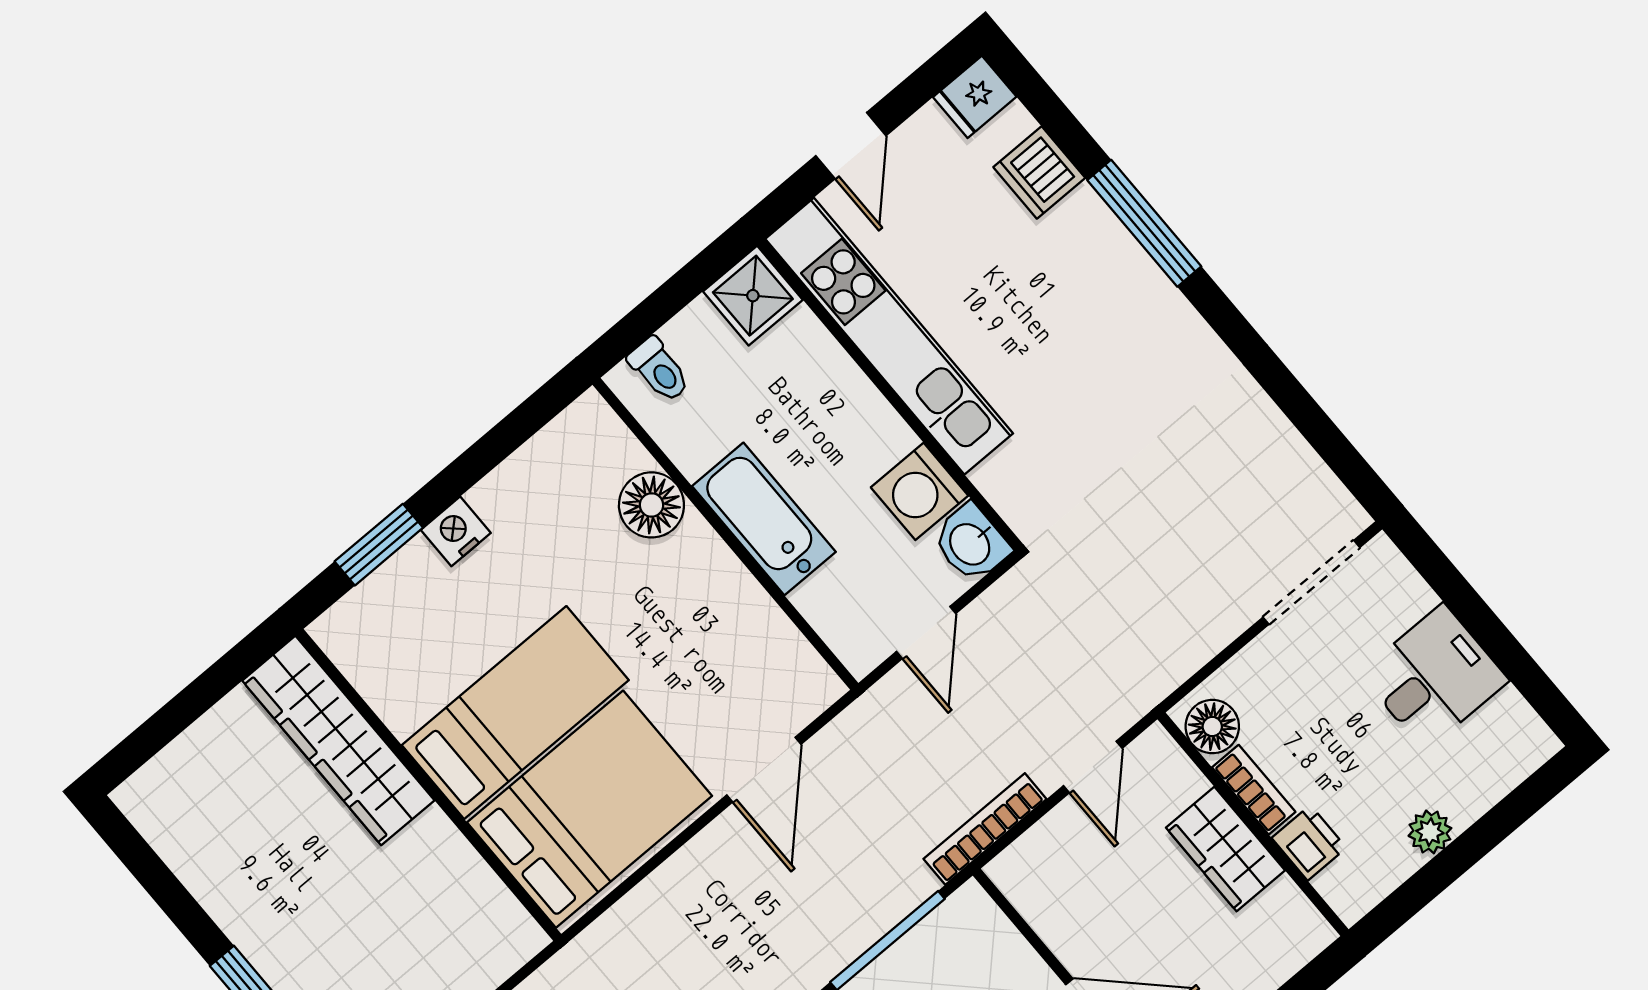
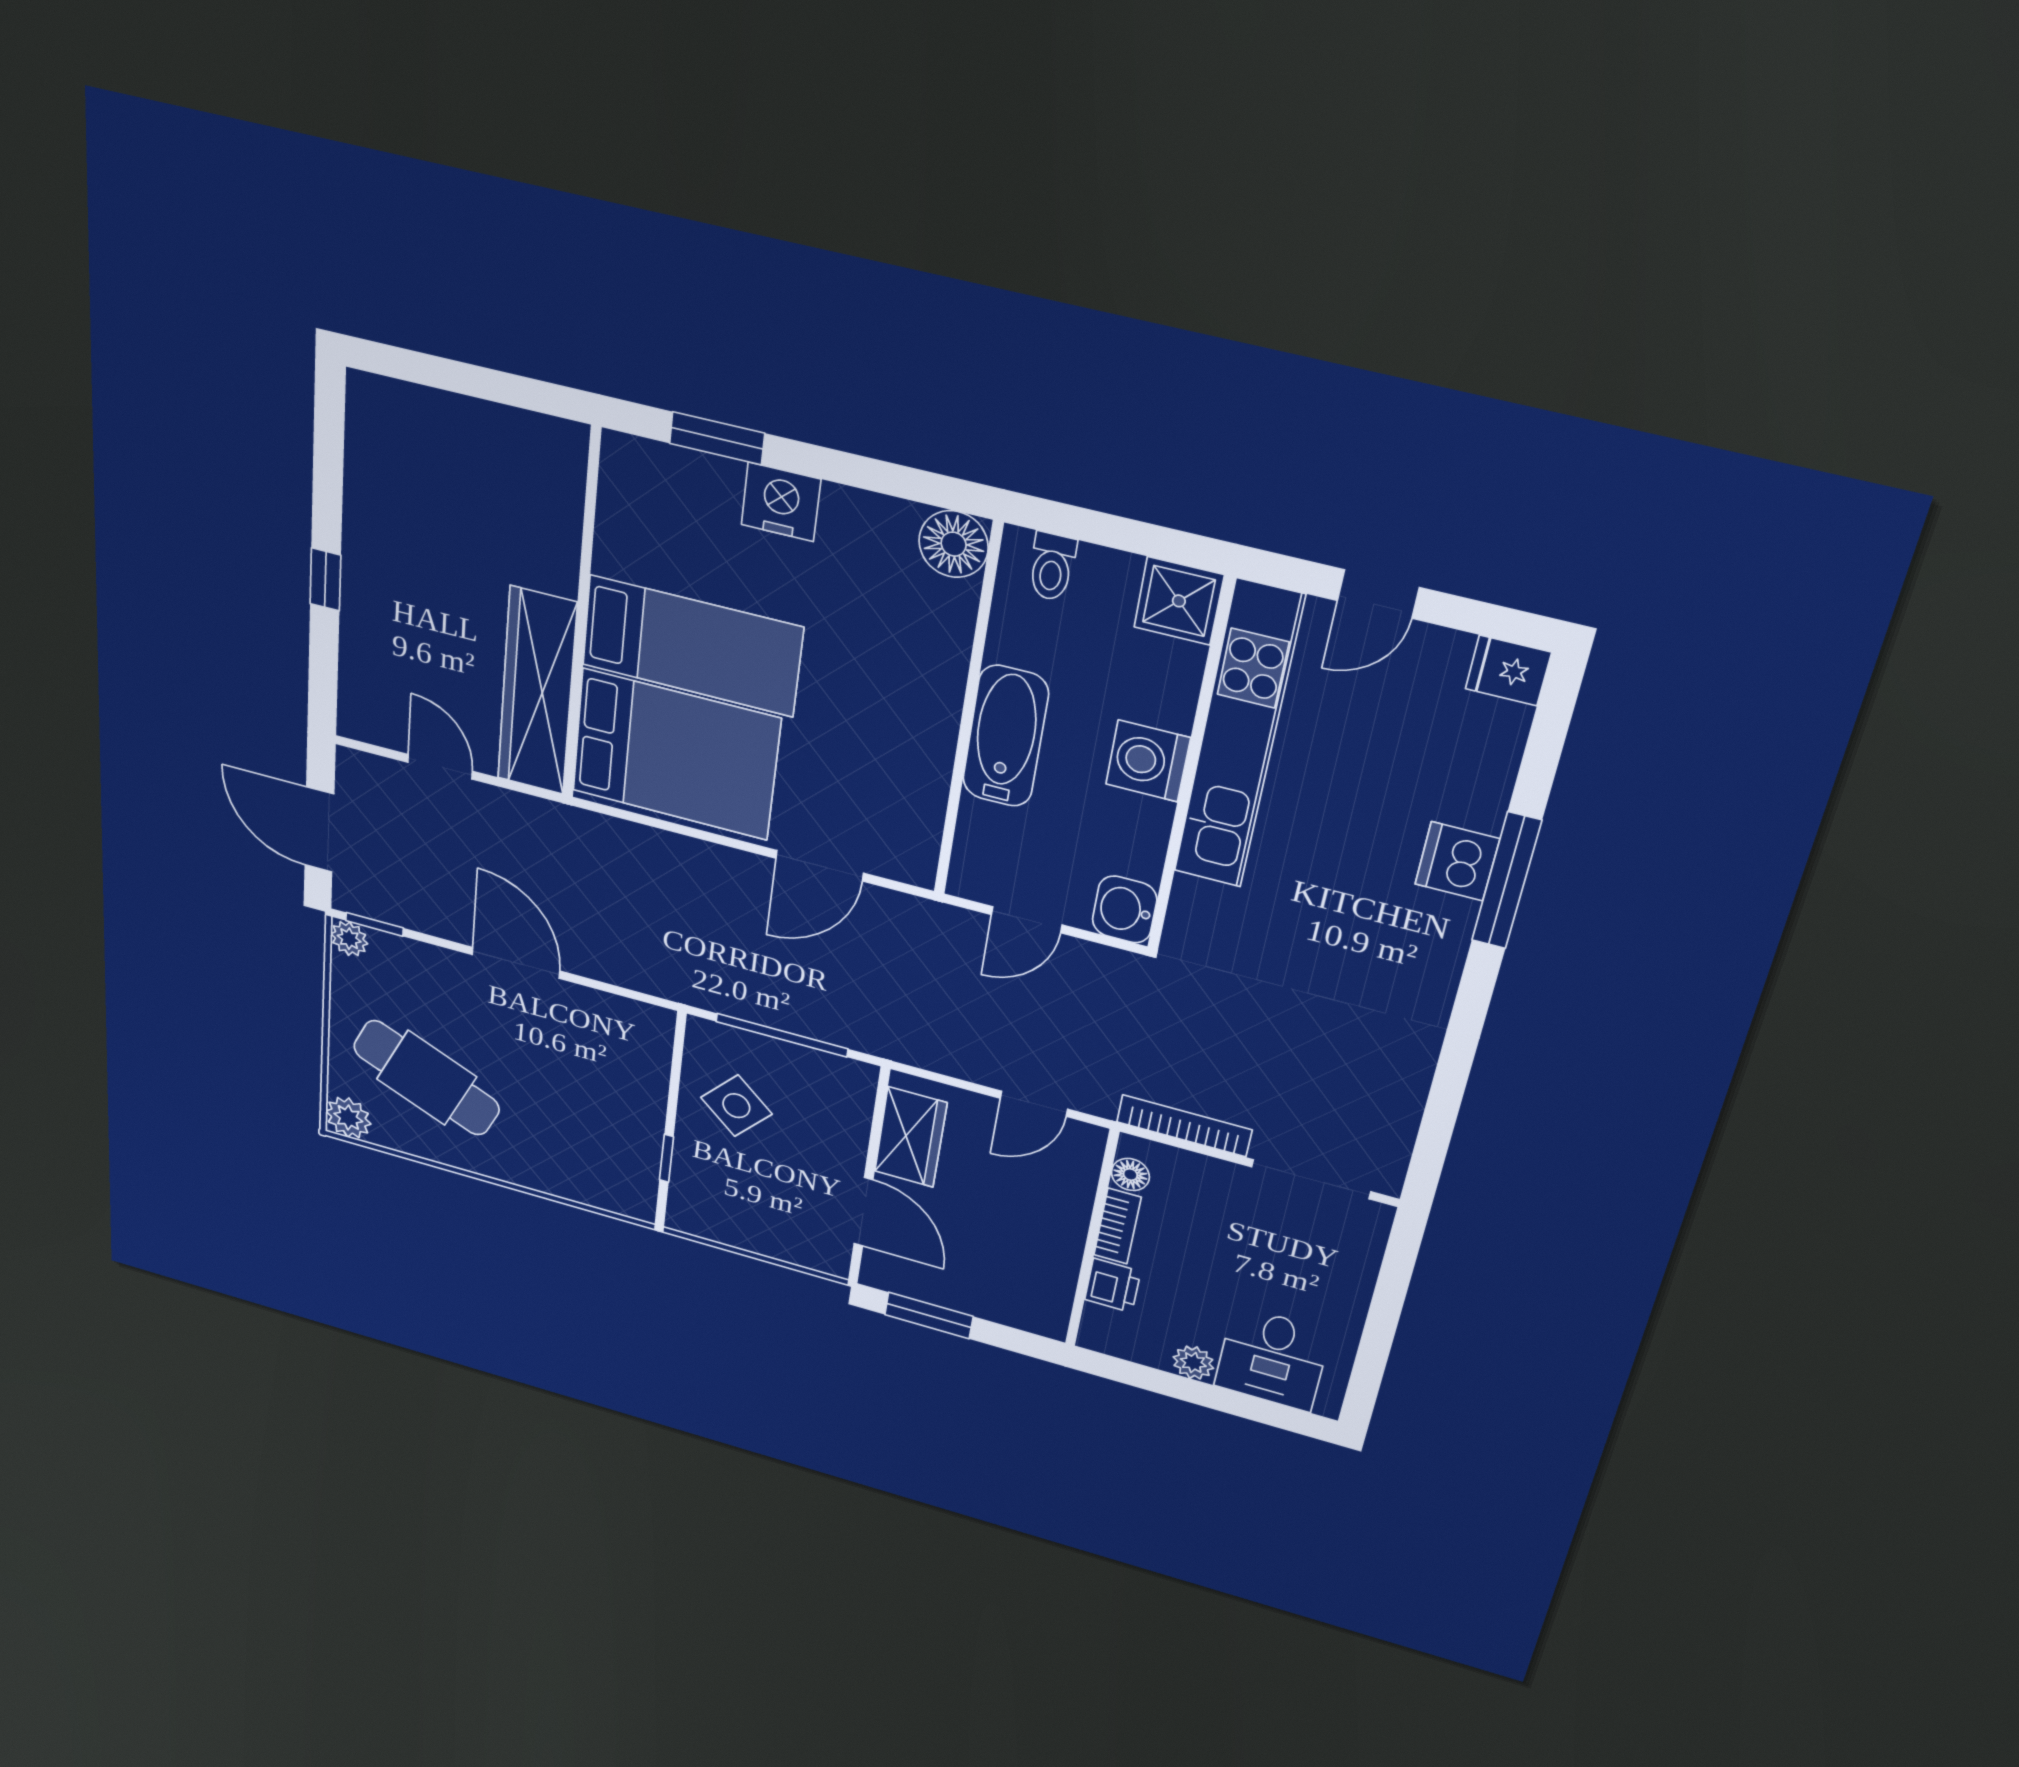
dishwasher: (1039, 172) -> (1457, 861), moved
washing machine: (919, 491) -> (1148, 761), moved
floor lamp: (651, 505) -> (954, 544), moved
nightstand: (456, 531) -> (781, 502), width x1.36, depth x1.33
desk: (1434, 677) -> (1272, 1359), moved, turned 90
floor lamp: (1212, 727) -> (1130, 1175), width x0.73, depth x0.73
wardrobe: (338, 741) -> (537, 691), moved
bookcase: (985, 829) -> (1184, 1126), moved
wardrobe: (1225, 849) -> (911, 1137), moved, turned 180

